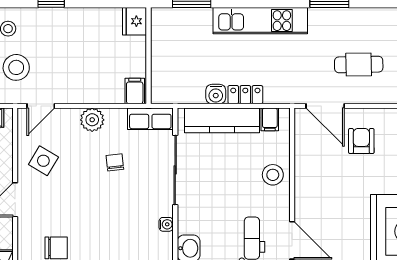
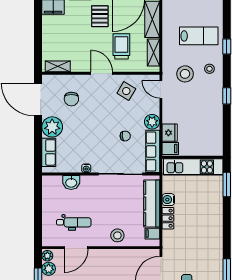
fridge: (135, 21) -> (170, 133), moved, turned 90
kitchen unit: (260, 21) -> (193, 167), moved, turned -90
row of seats: (150, 119) -> (153, 151), width x1.48

